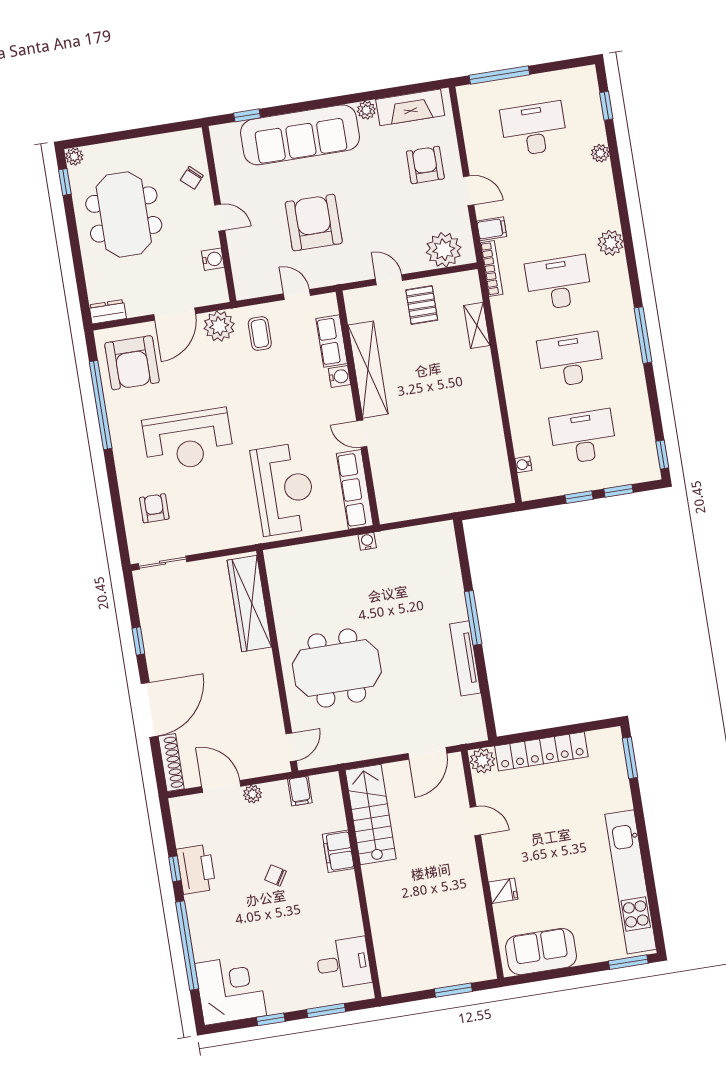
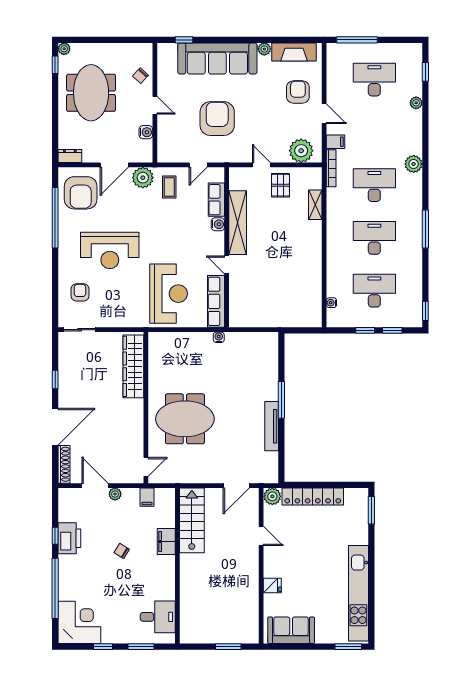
door: (297, 295) -> (198, 165), swing flipped

